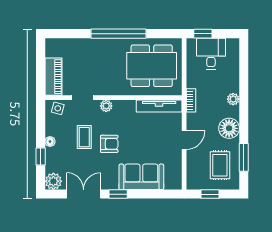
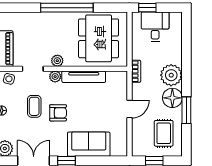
dining table: (152, 66) -> (99, 38), turned 90
plant: (108, 89) -> (57, 61), added
plant: (233, 99) -> (171, 75), width x1.87, depth x1.87
tv unit: (159, 106) -> (84, 77), moved
window: (244, 157) -> (186, 110), moved

